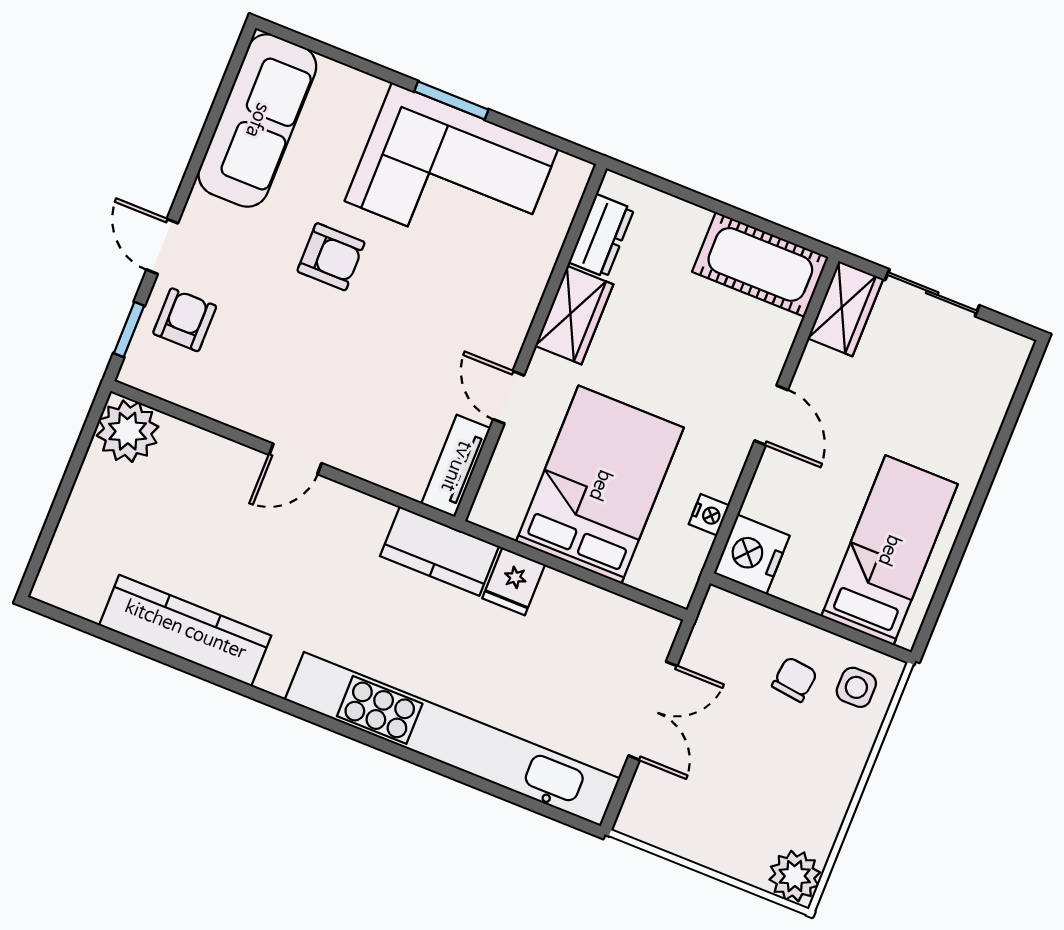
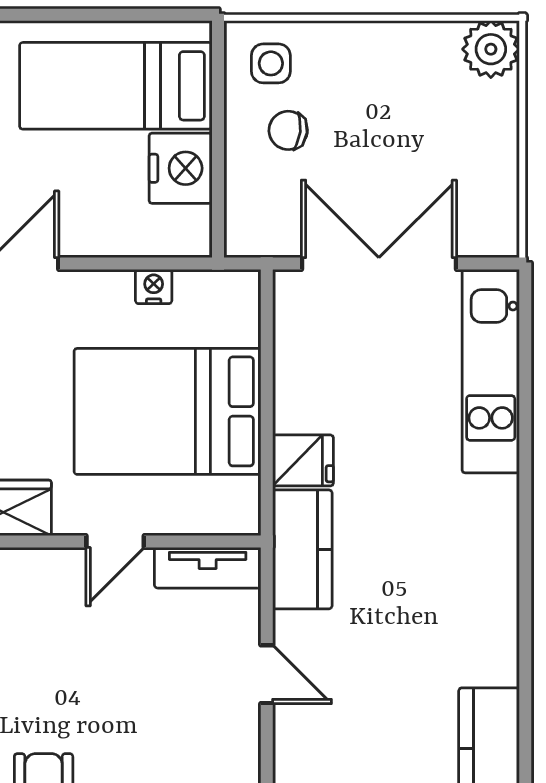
door: (295, 459) -> (267, 674), moved
nightstand: (752, 554) -> (181, 168), moved, turned -90
double door: (653, 711) -> (379, 264), width x1.37
kitchen unit: (452, 739) -> (491, 371), width x0.54

